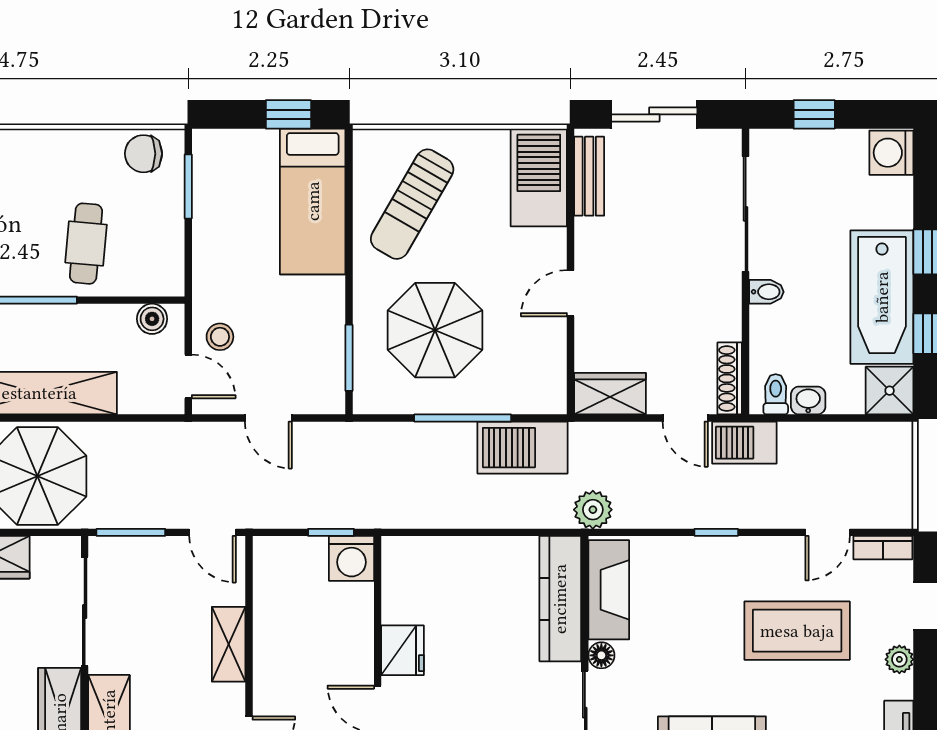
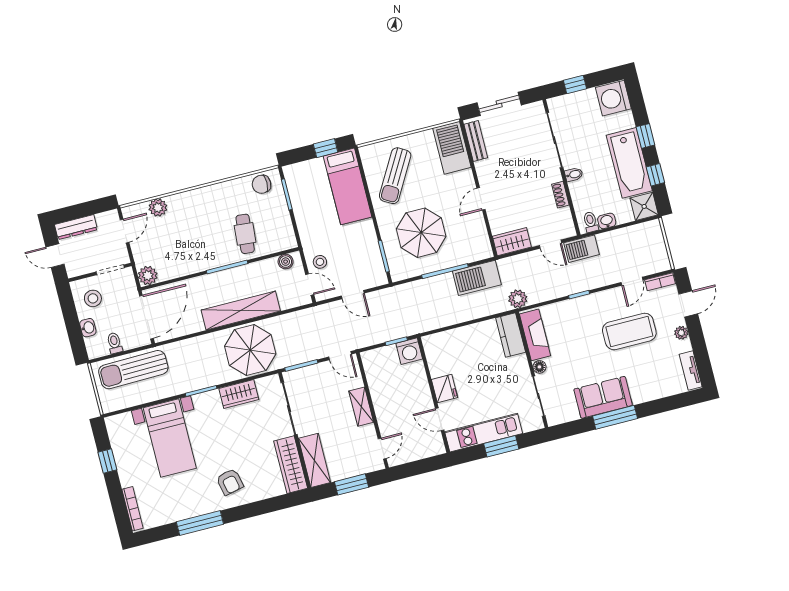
washing machine: (891, 153) -> (613, 98), width x1.37, depth x1.37
shoe rack: (730, 378) -> (560, 195), moved, width x0.70
kitchen counter: (560, 599) -> (511, 335), width x0.67

